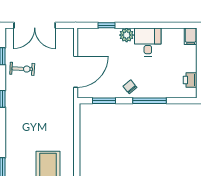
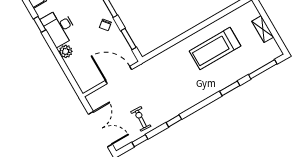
window: (106, 25) -> (40, 24), moved
desk: (148, 42) -> (59, 27), width x1.37

